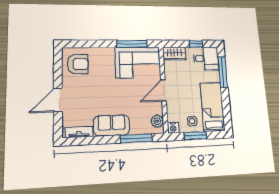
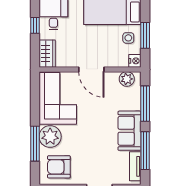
window: (132, 44) -> (35, 144), moved
plant: (104, 56) -> (50, 137), added
armchair: (78, 64) -> (59, 167), turned -90
window: (94, 140) -> (145, 151), added

